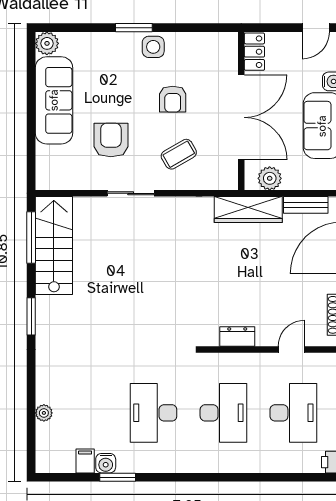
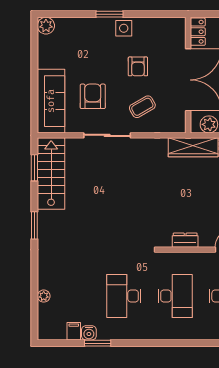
sofa: (54, 100) -> (51, 101), moved
sliding door: (131, 193) -> (107, 135), width x1.37
window: (31, 237) -> (34, 168), width x0.69

